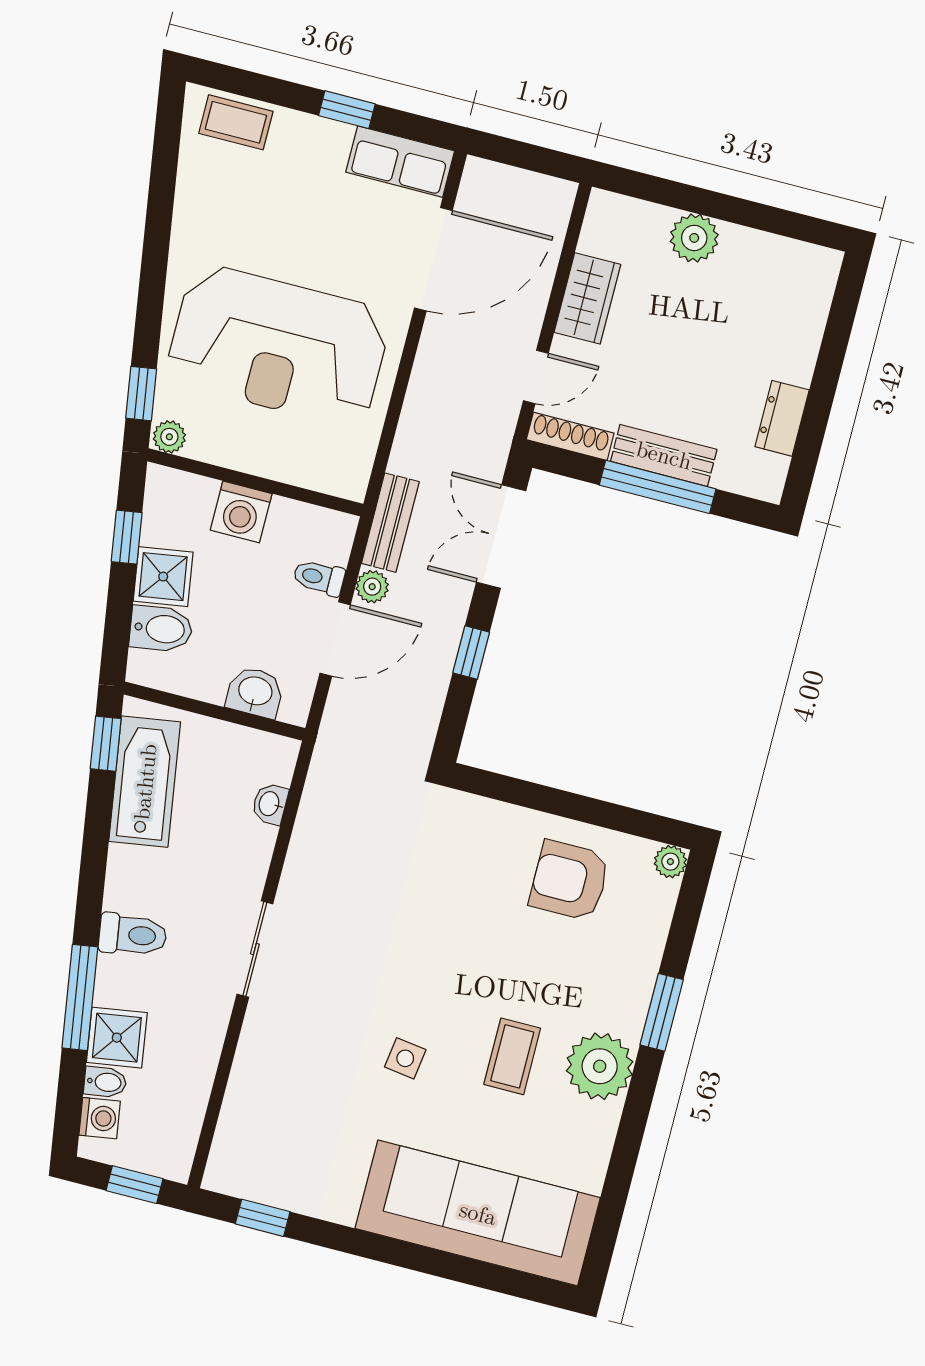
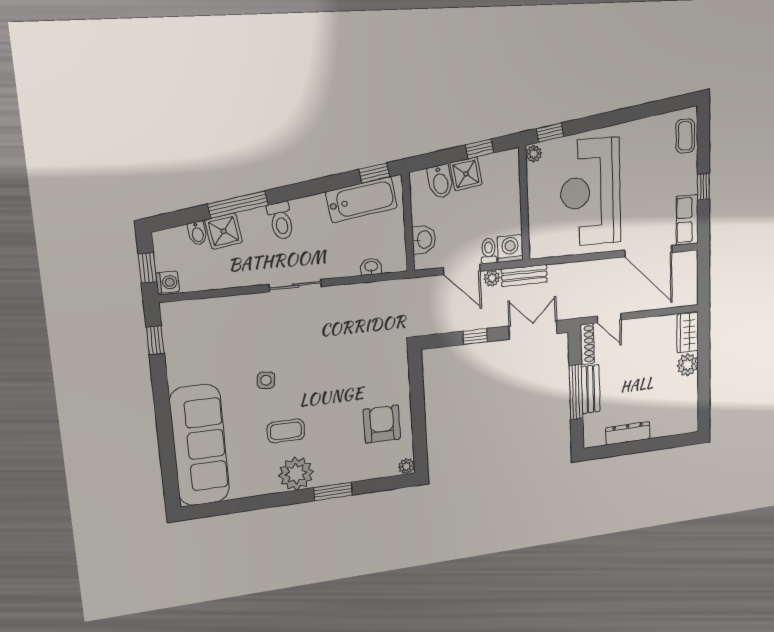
wardrobe: (587, 298) -> (688, 333), moved, turned 90
dresser: (782, 418) -> (628, 433), width x1.44
washing machine: (241, 512) -> (510, 248), moved, turned 90
washing machine: (100, 1118) -> (168, 282), moved, turned -81

